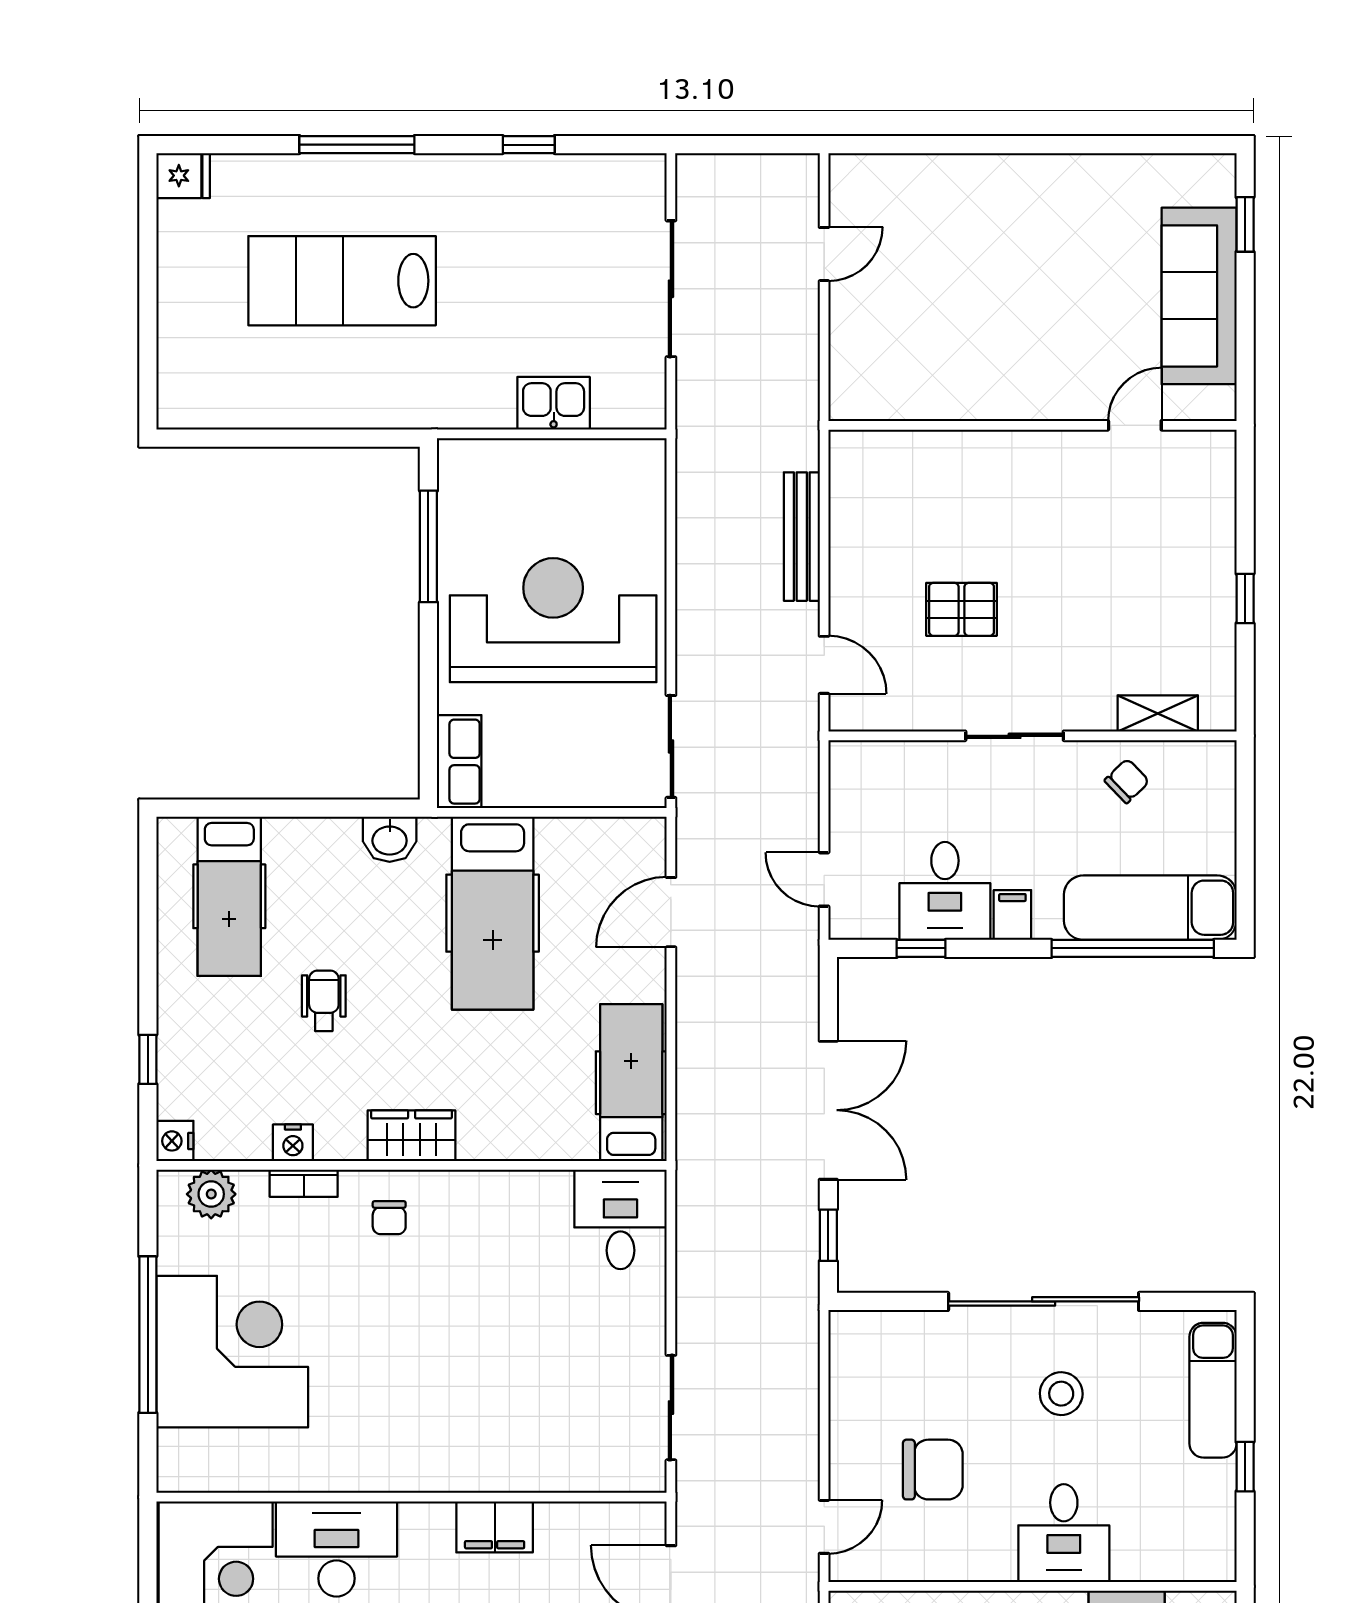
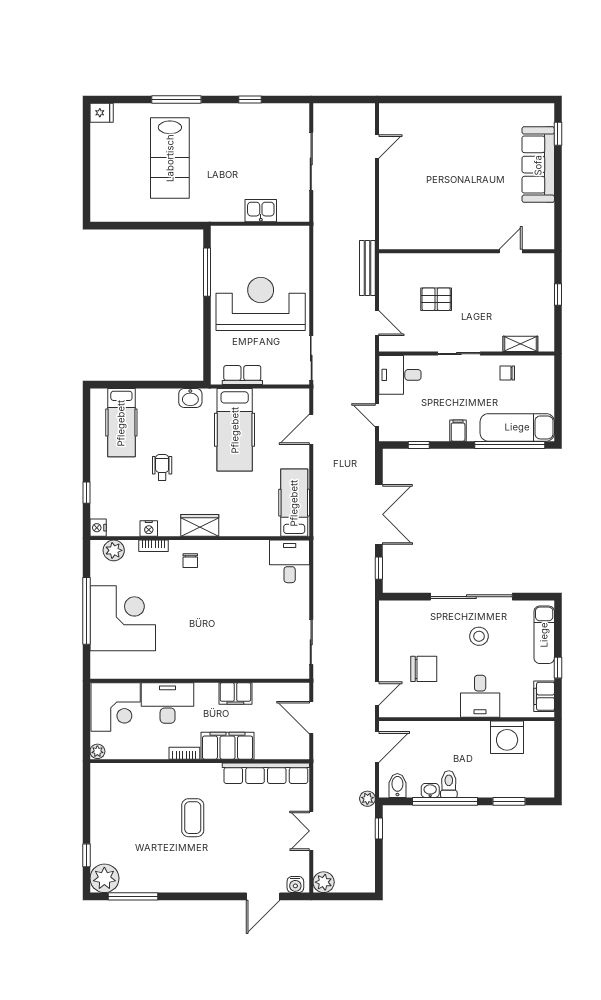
lab bench: (342, 281) -> (170, 158), turned -90
wall: (1032, 425) -> (467, 251), moved
door: (1135, 425) -> (511, 251), moved
row of seats: (459, 762) -> (242, 375), moved, turned -90
chair: (1127, 781) -> (507, 373), turned -136
desk: (945, 891) -> (400, 375), moved, turned 90
filing cabinet: (1213, 1533) -> (544, 696), added

